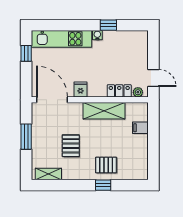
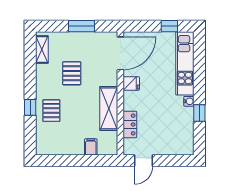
plant: (138, 92) -> (128, 144), removed
pallet: (71, 146) -> (72, 73), turned 90

